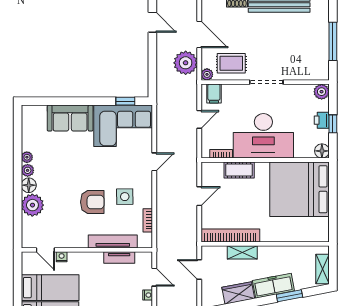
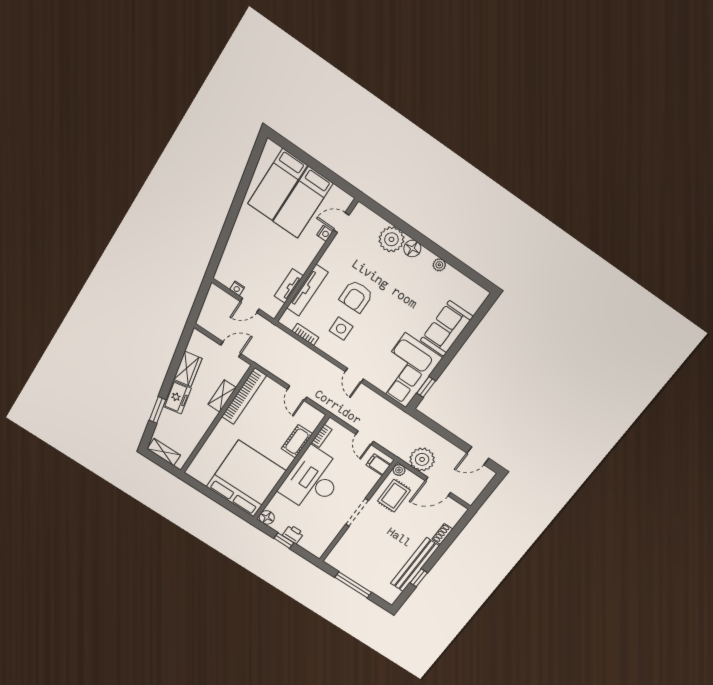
plant: (322, 92) -> (317, 549), removed
plant: (28, 170) -> (427, 257), removed
freezer: (273, 286) -> (177, 397), width x0.71

